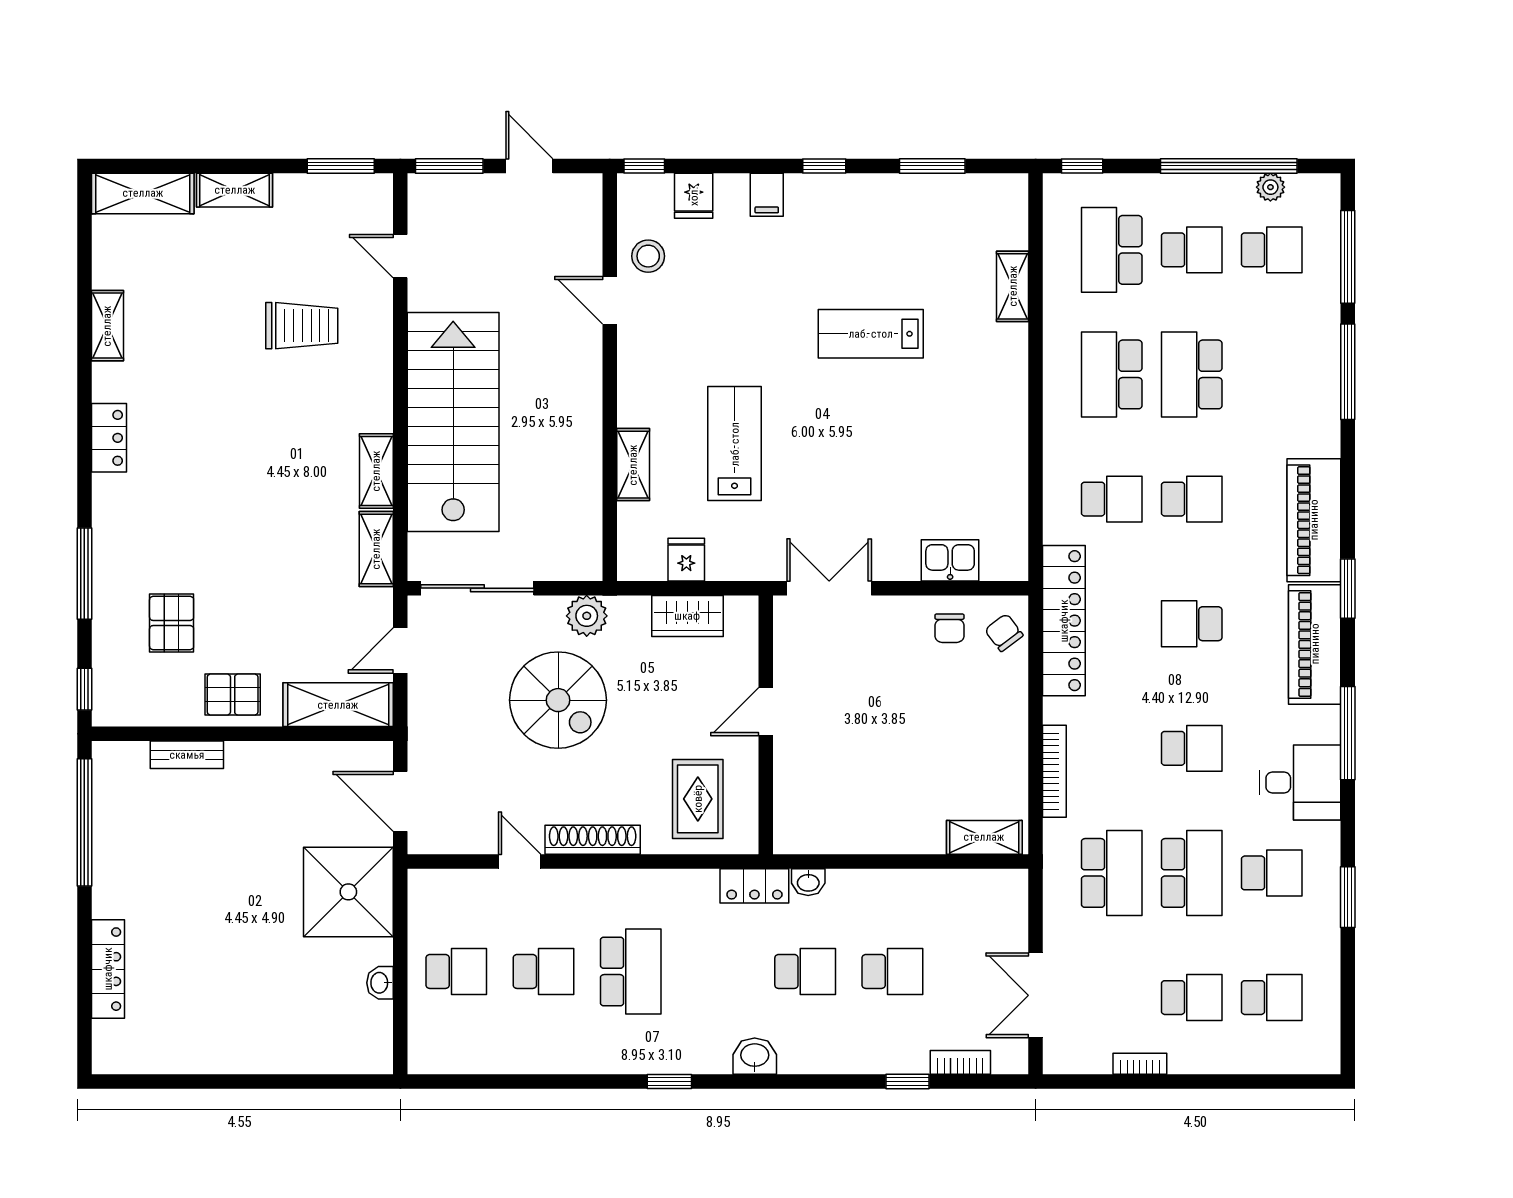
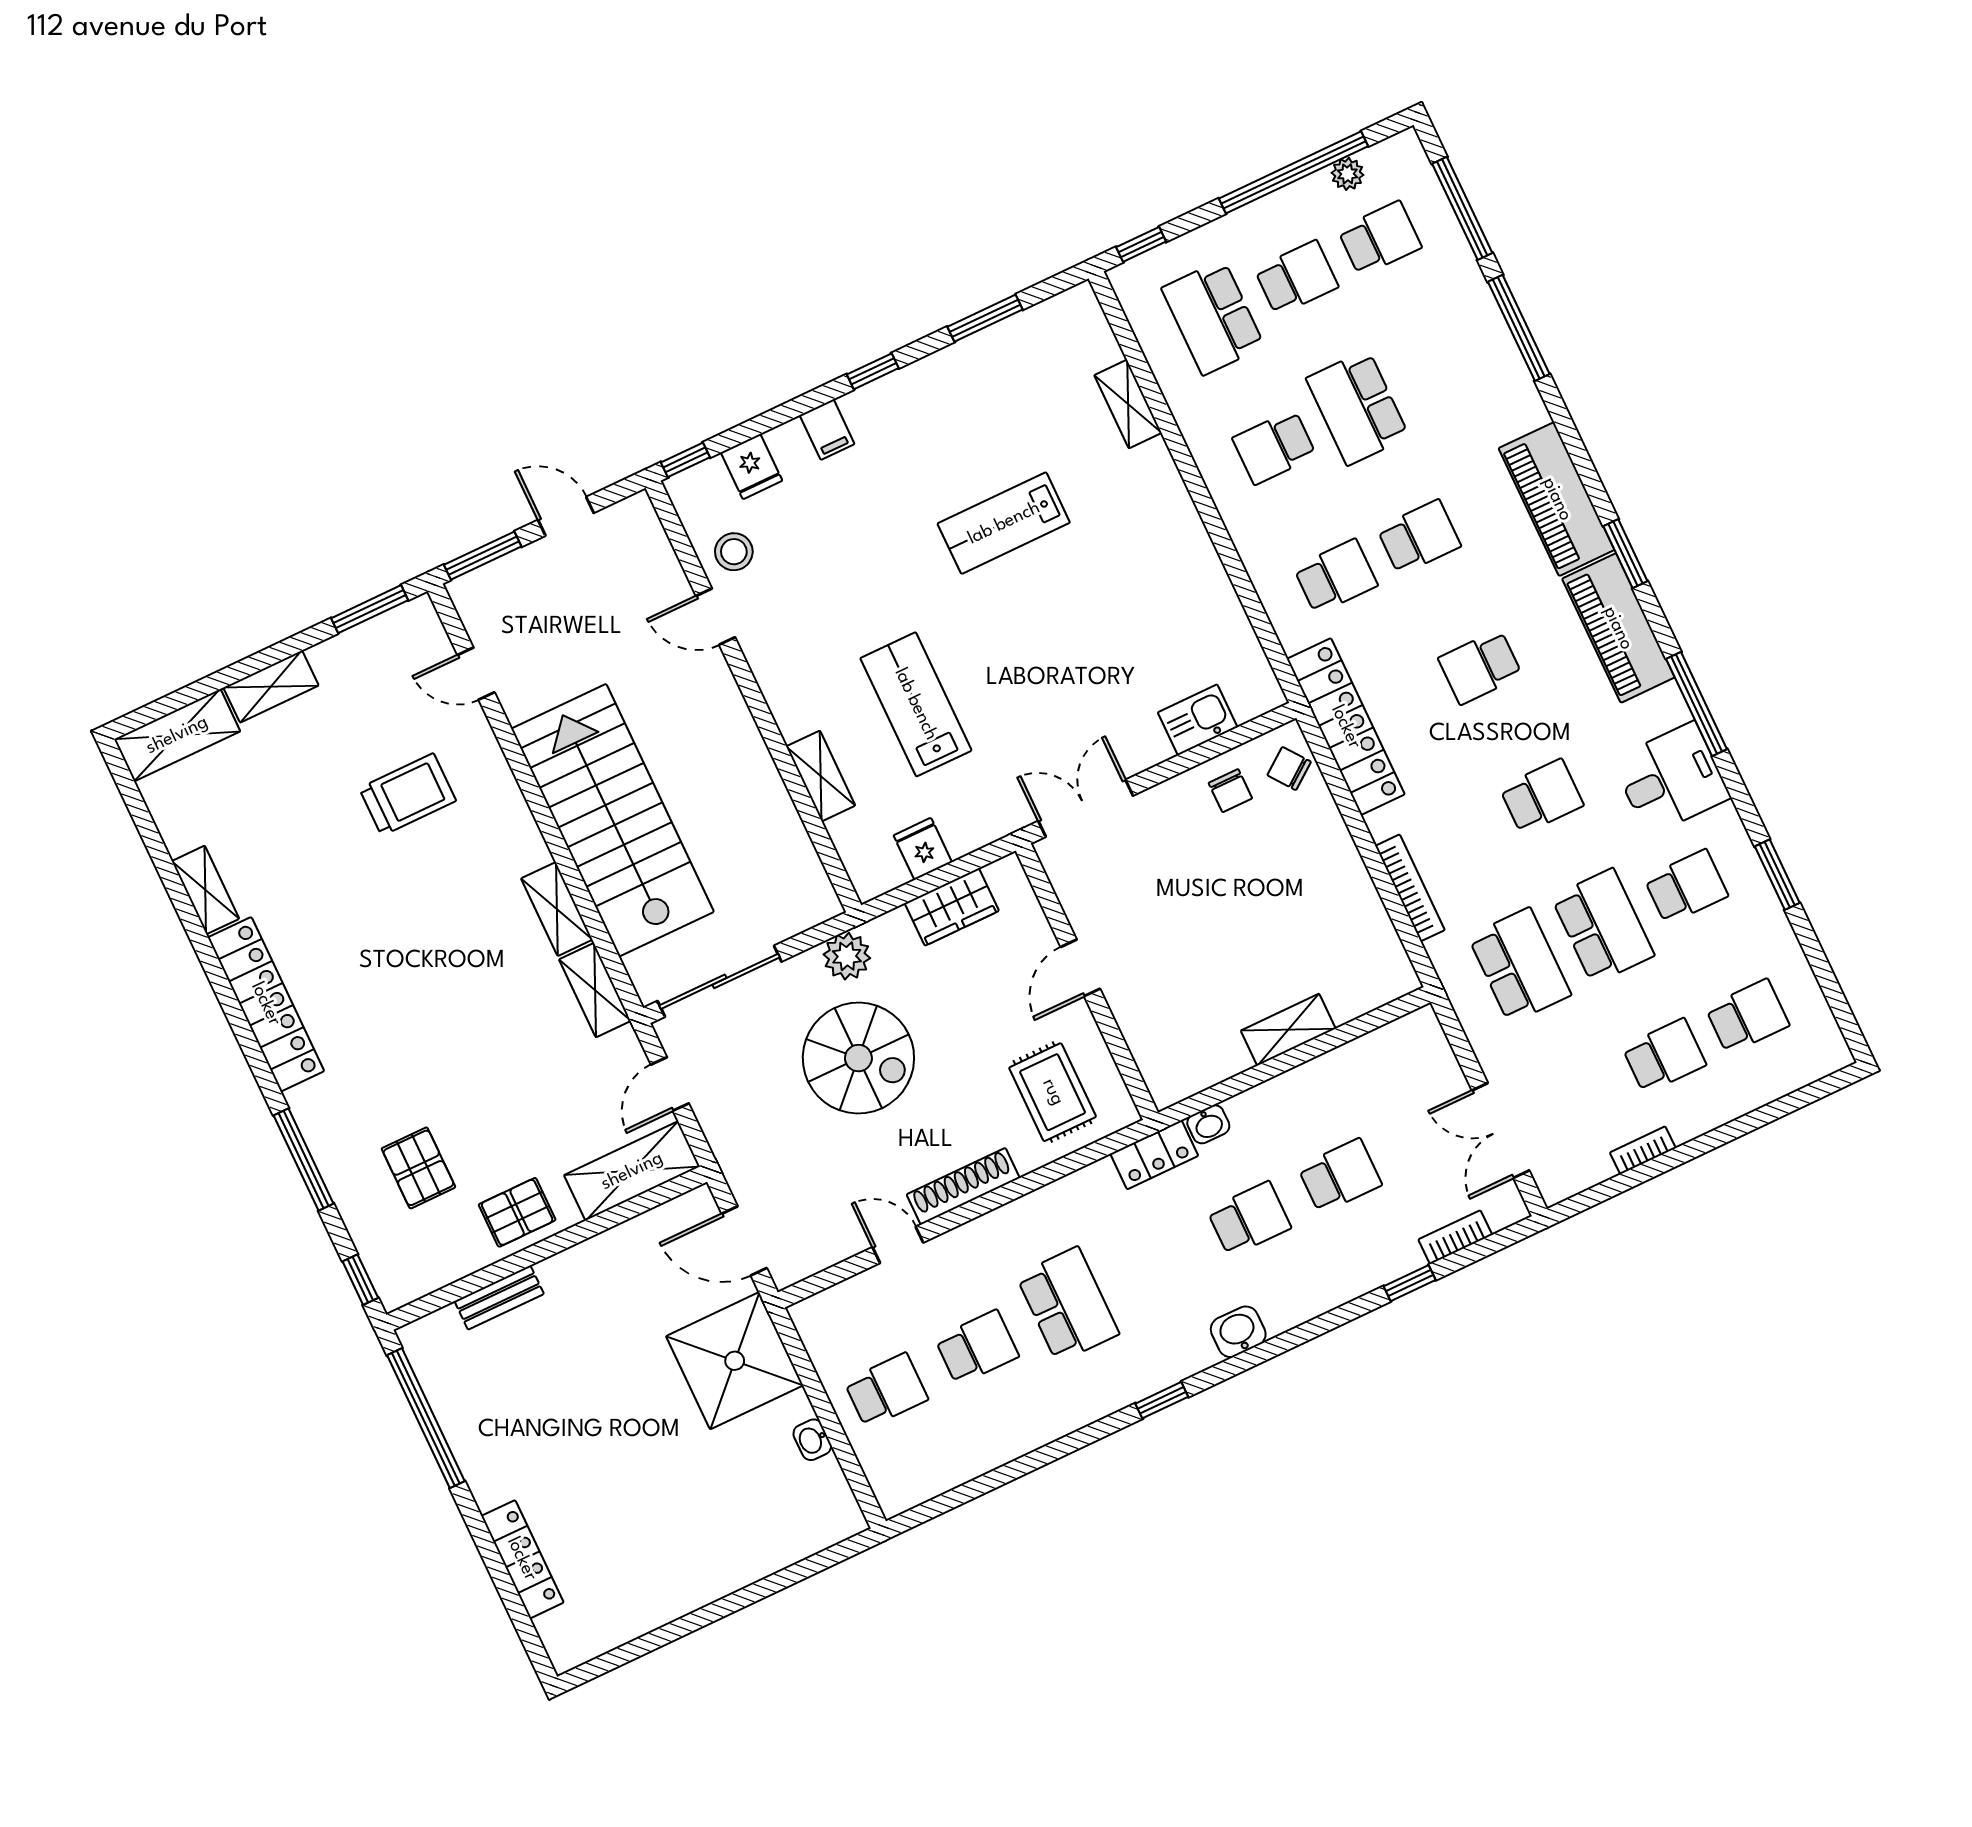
school desk: (1112, 374) -> (1274, 447), width x0.54
locker: (109, 438) -> (266, 1004), width x2.16, depth x1.21
shelving: (984, 837) -> (1288, 1030), moved

